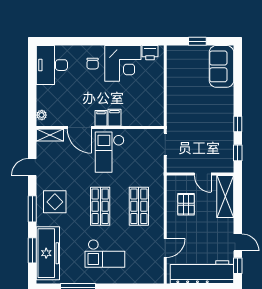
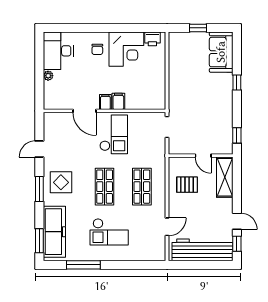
plant: (42, 115) -> (48, 76), moved
window: (238, 124) -> (237, 82), moved
shelving: (50, 135) -> (56, 118), removed
checkout: (110, 152) -> (114, 134), turned 180
pallet: (186, 204) -> (187, 185), turned 90
window: (32, 250) -> (39, 241), moved

